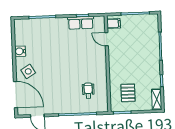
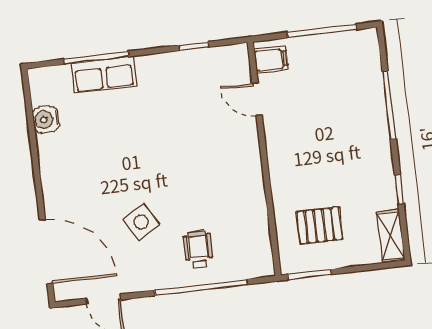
row of seats: (81, 23) -> (104, 75), moved
water cooler: (20, 51) -> (46, 119), moved
side table: (28, 71) -> (141, 222), moved
wheelchair: (88, 91) -> (198, 250), moved
pallet: (128, 93) -> (320, 226), turned 90

